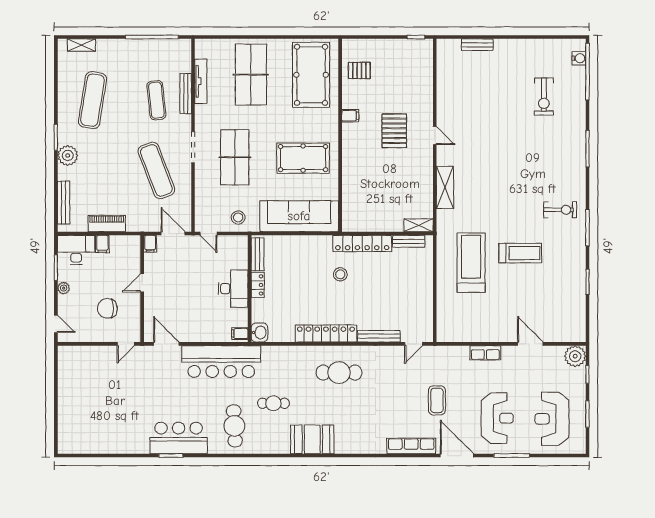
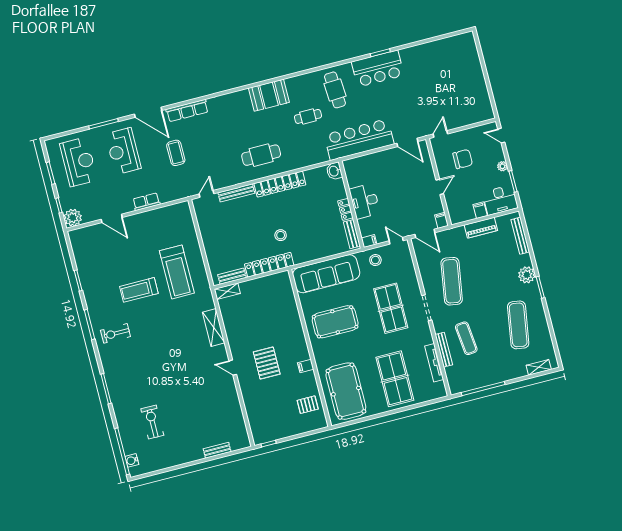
exercise mat: (156, 170) -> (452, 281), turned 30
filing cabinet: (240, 334) -> (369, 241), moved

